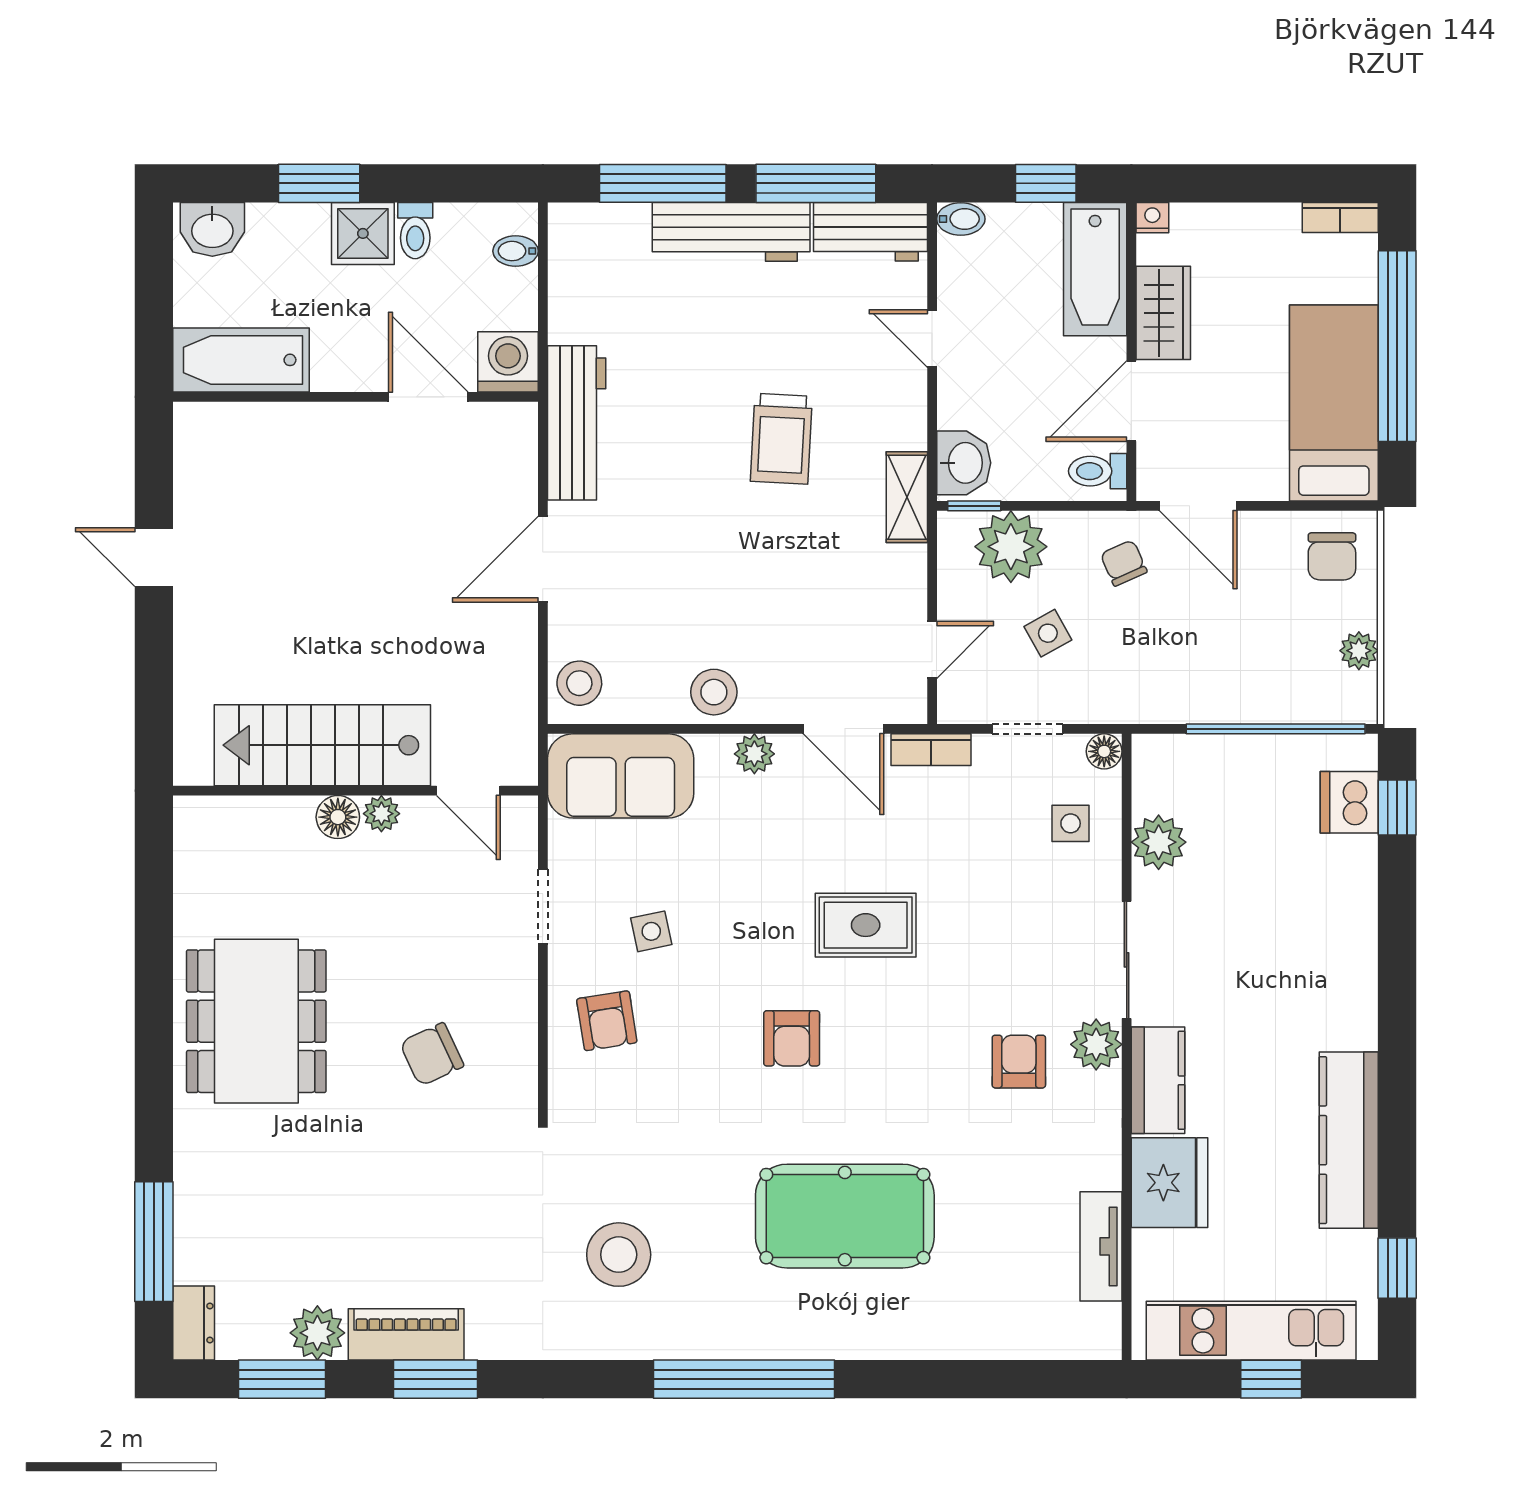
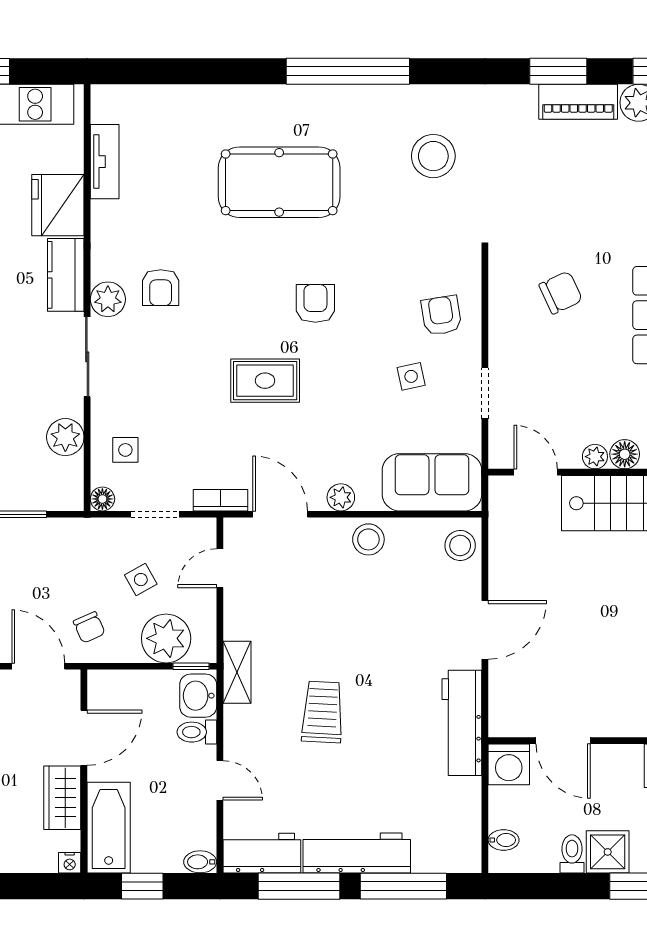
toilet: (1098, 471) -> (197, 732), moved, turned 180

